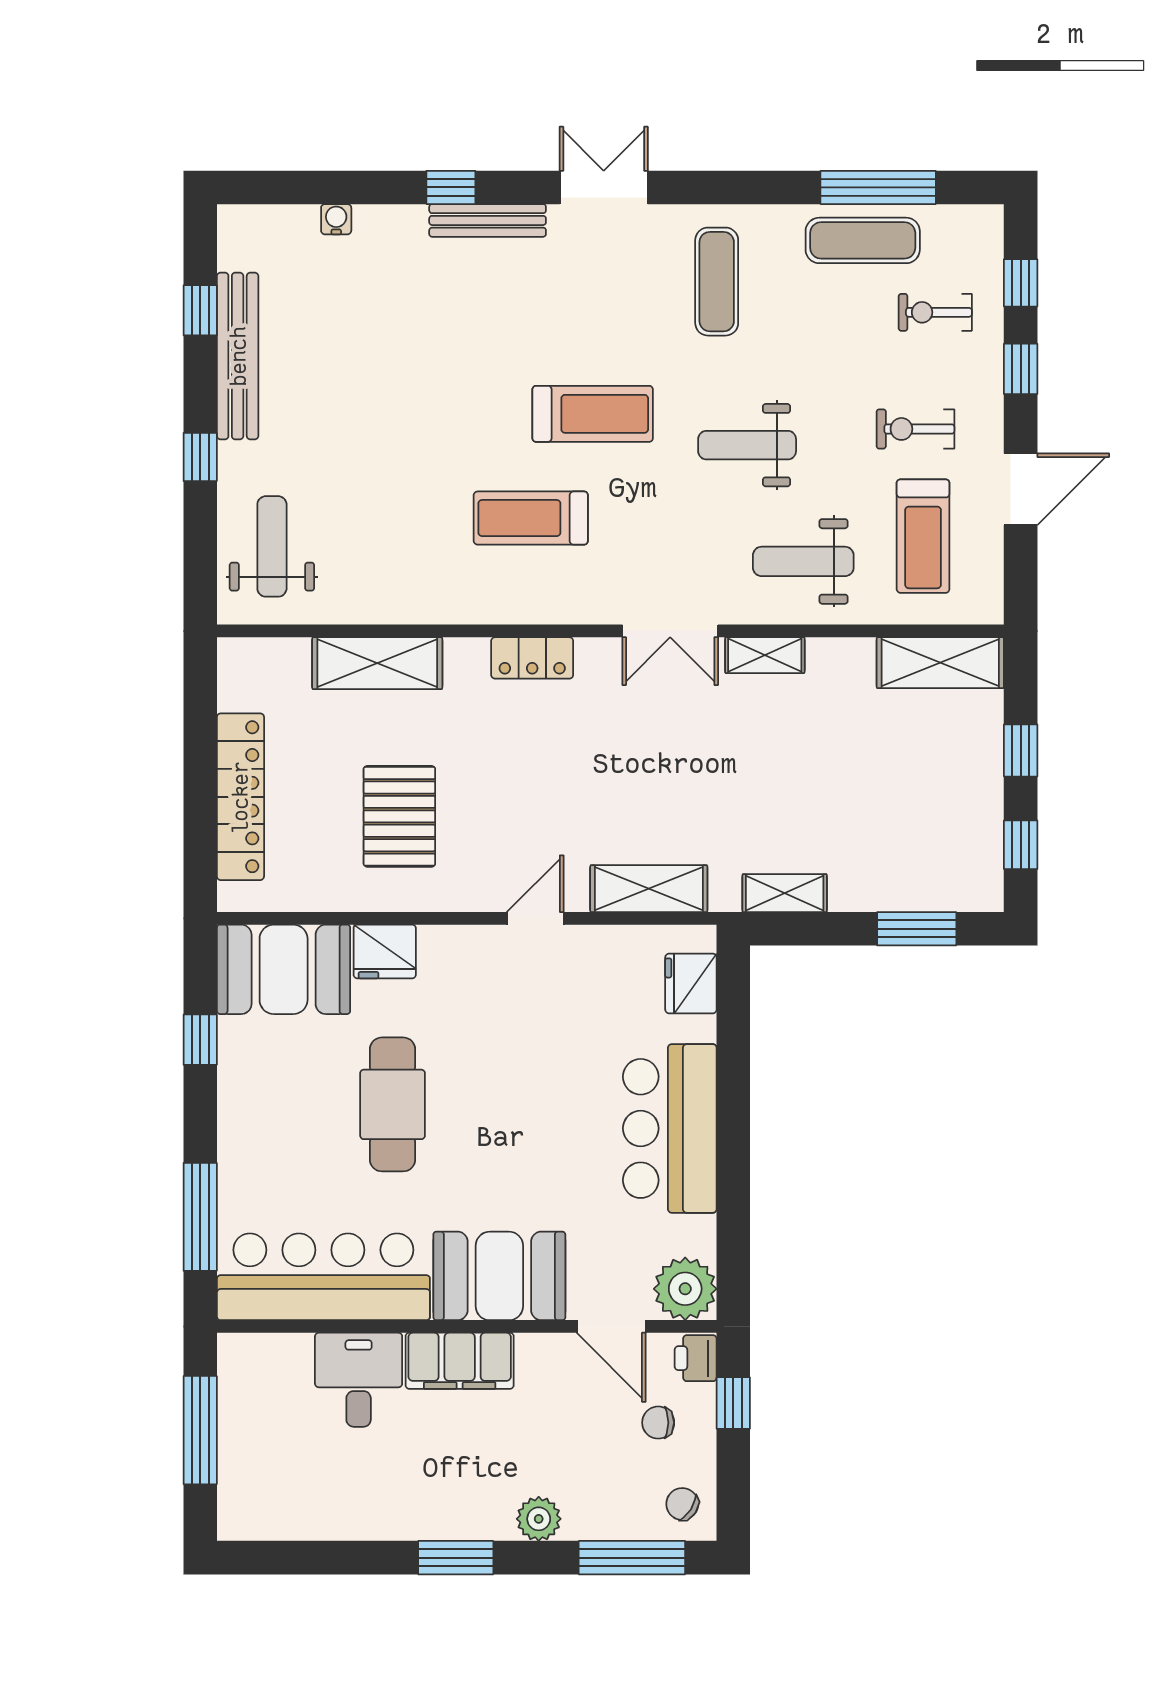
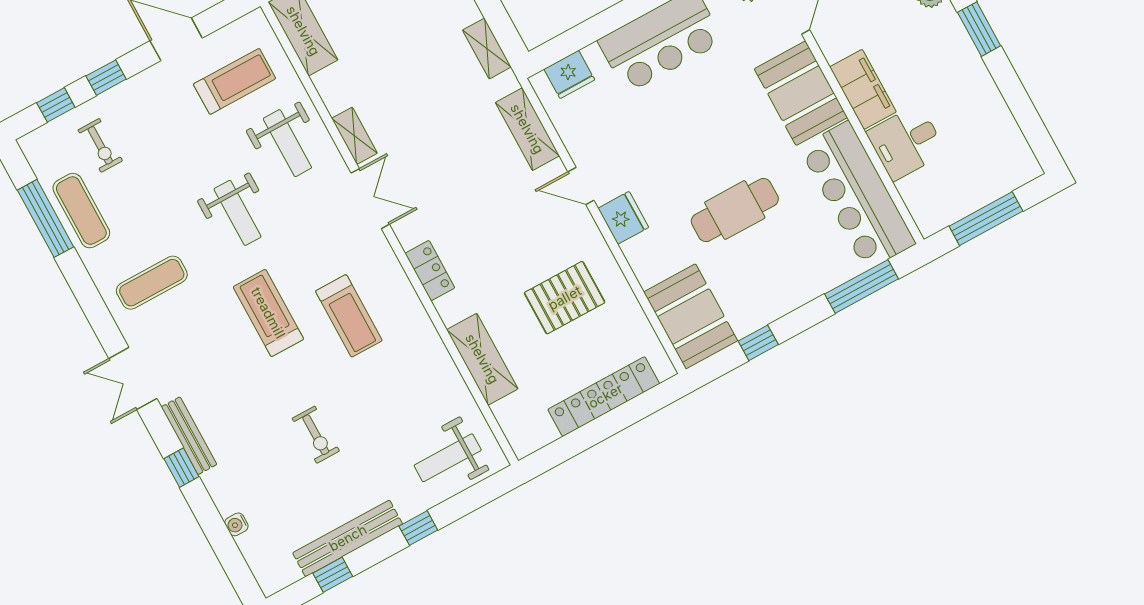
exercise bike: (915, 429) -> (316, 435), moved
fridge: (385, 951) -> (623, 218), moved

